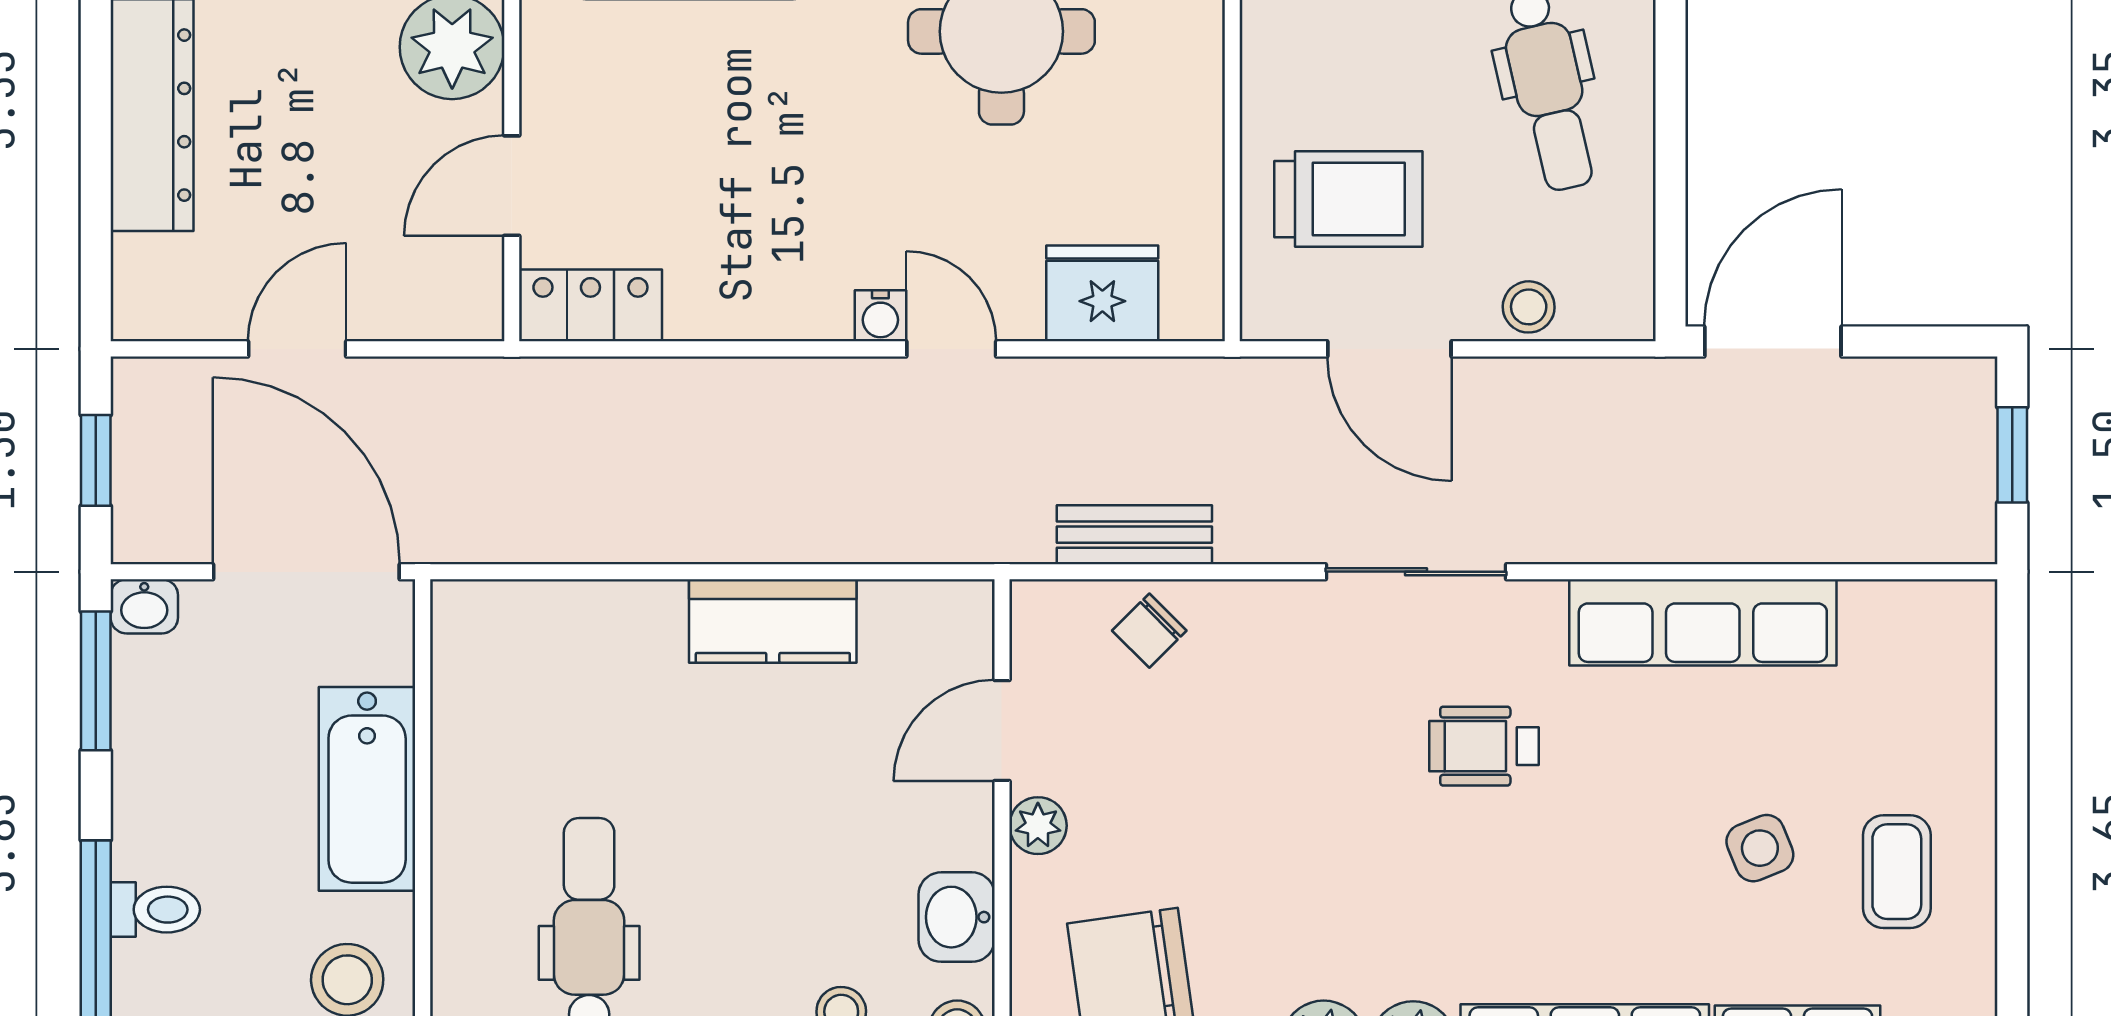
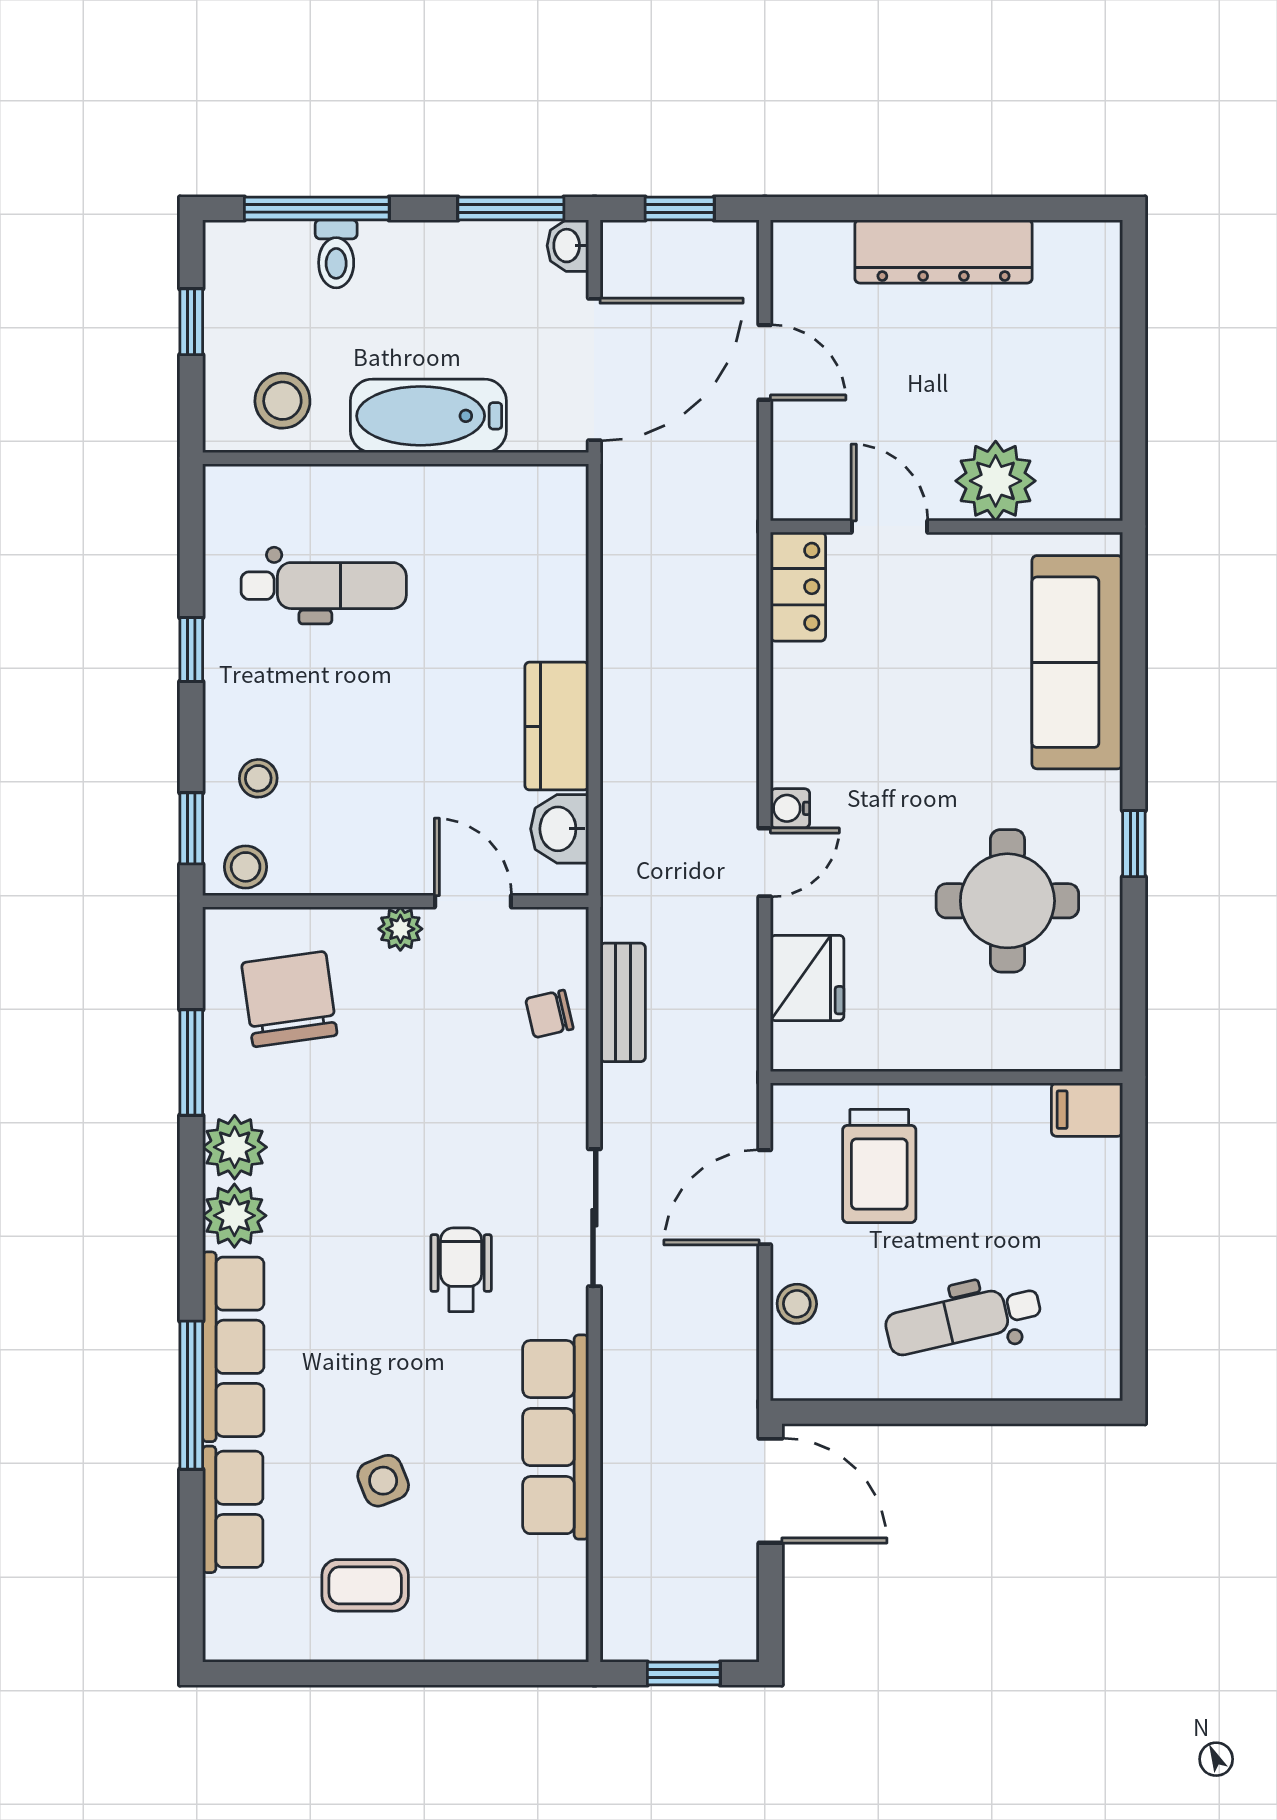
chair: (1149, 631) -> (549, 1014), turned -58
washbasin: (957, 917) -> (560, 829), moved, turned -90

